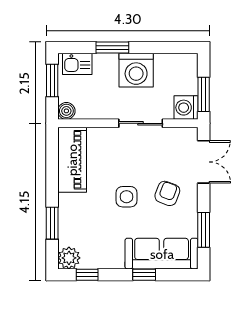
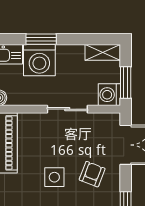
shelving: (179, 62) -> (103, 52), added
washing machine: (136, 70) -> (39, 60), moved

